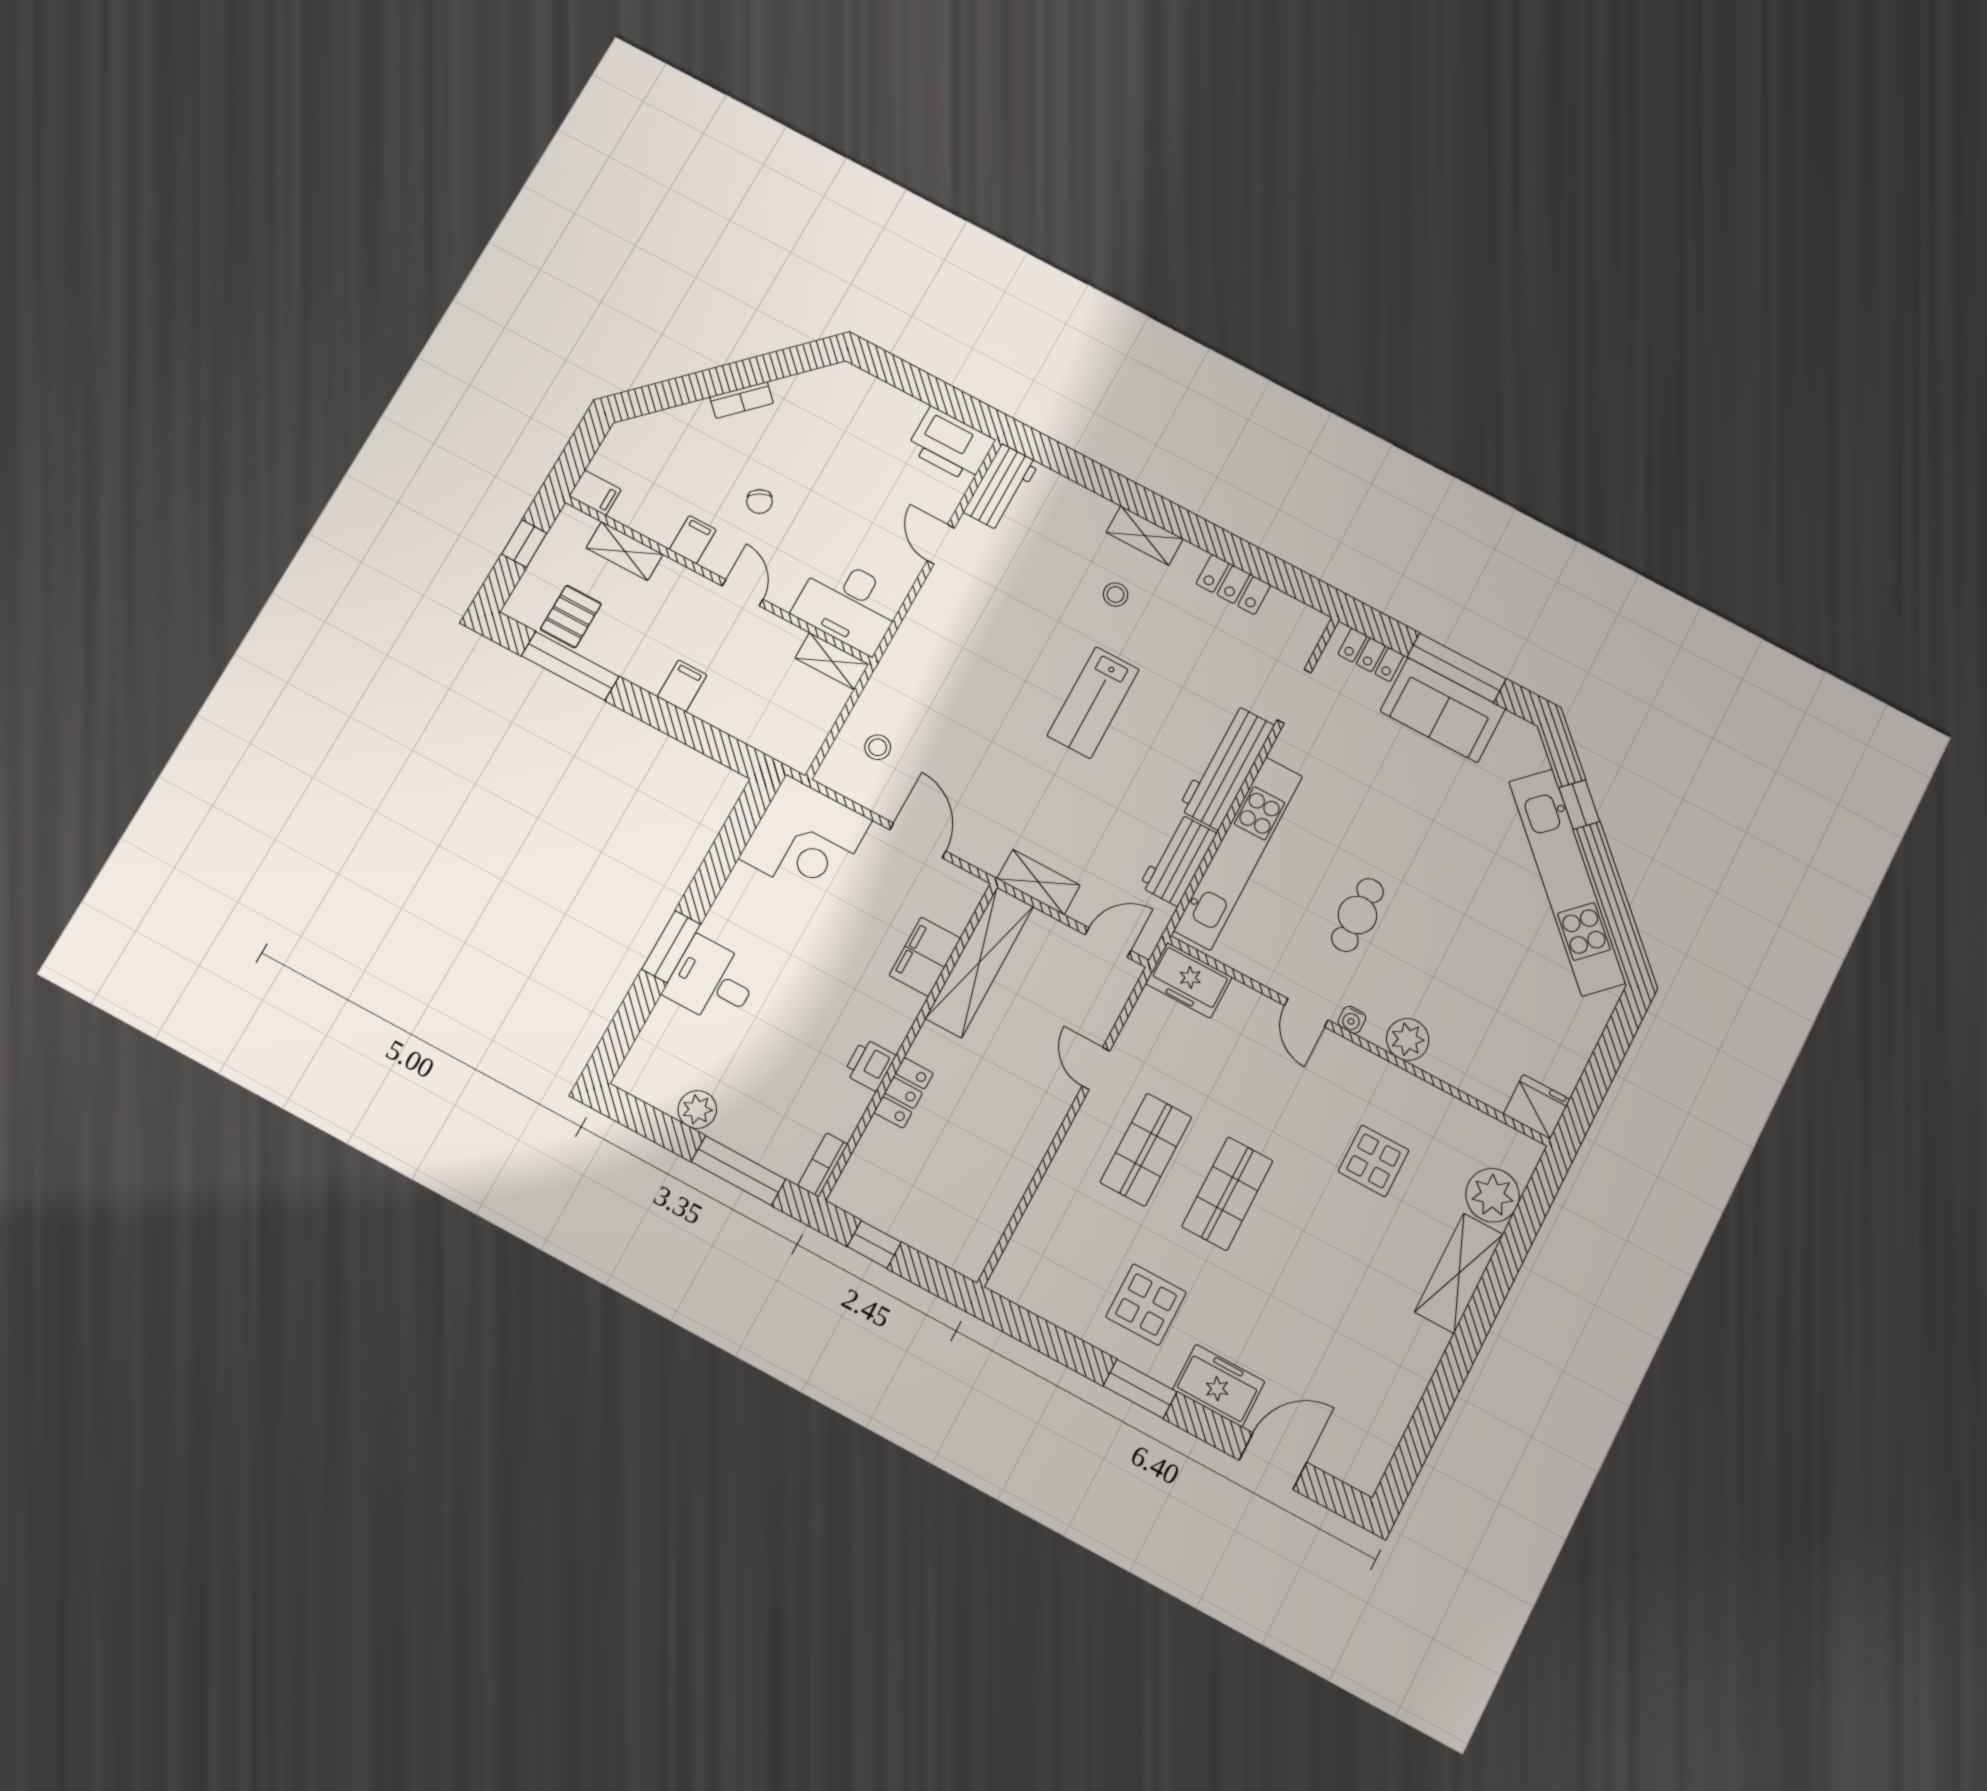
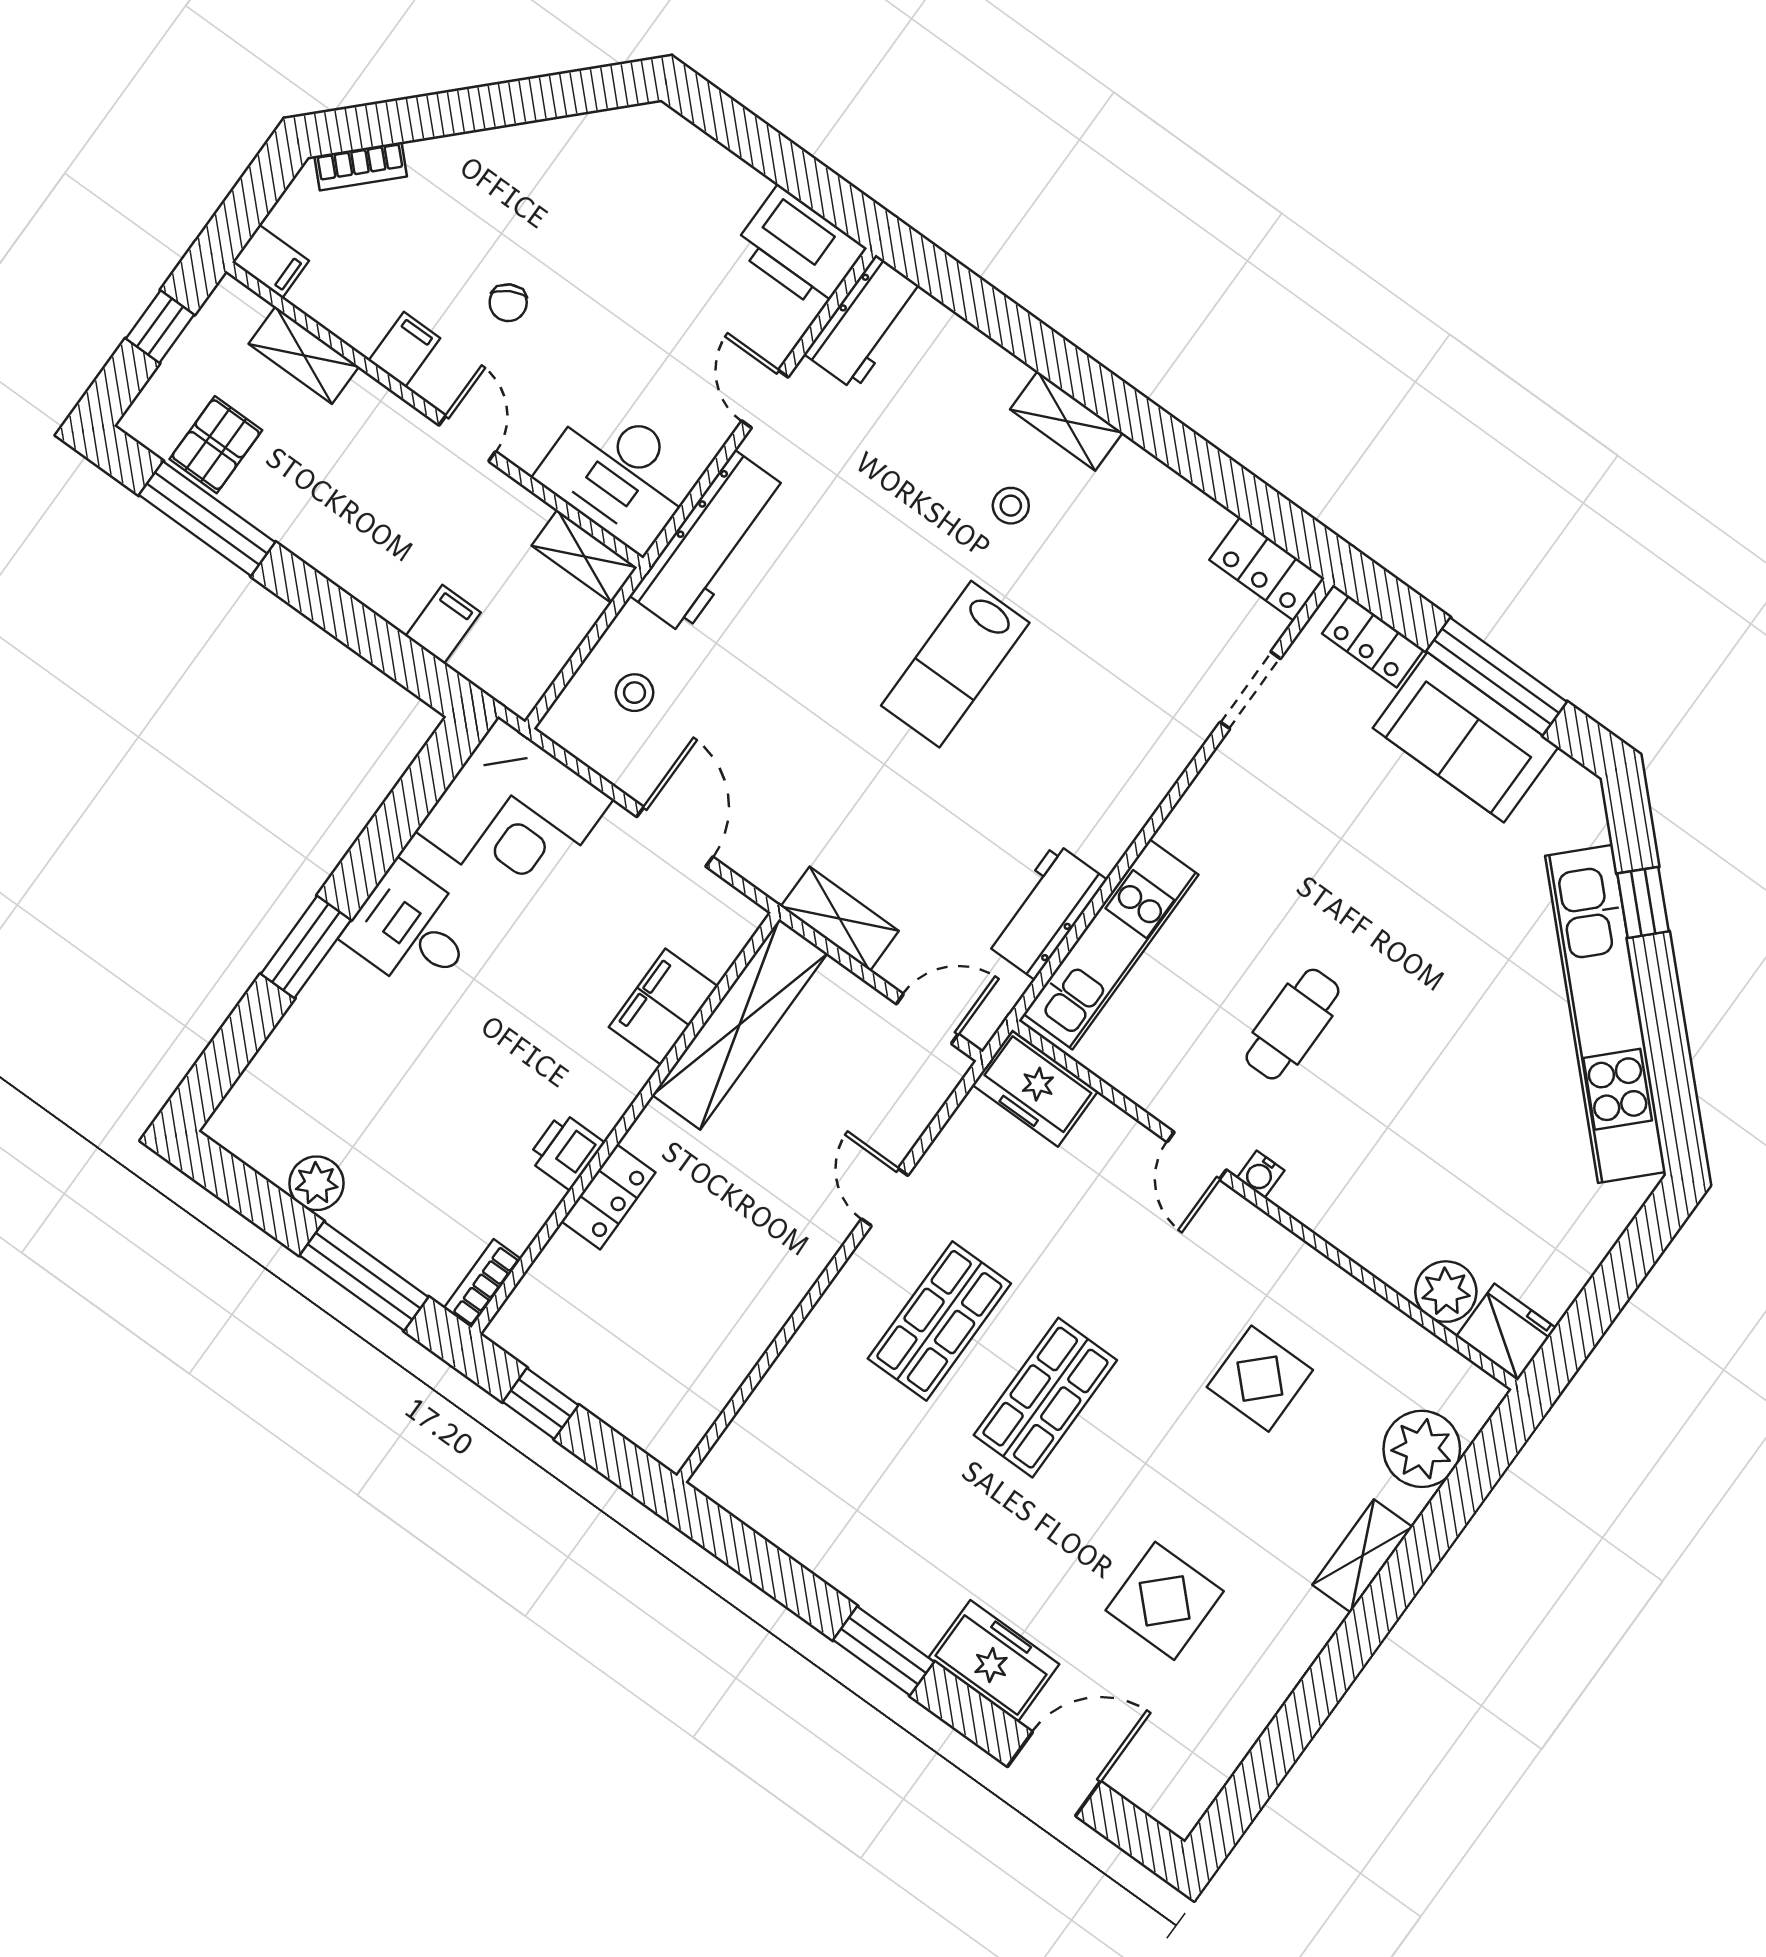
bookcase: (742, 400) -> (361, 166), moved
locker: (1233, 584) -> (1267, 569), moved
filing cabinet: (682, 686) -> (443, 624), moved
workbench: (1226, 767) -> (709, 543), moved, turned 180
kitchen unit: (1238, 853) -> (1111, 944), width x0.73
desk: (712, 981) -> (412, 930), moved
plant: (1408, 1039) -> (1446, 1292), moved
shelving: (1459, 1273) -> (1362, 1556), width x0.67, depth x0.75
display table: (1146, 1305) -> (1165, 1601), moved

